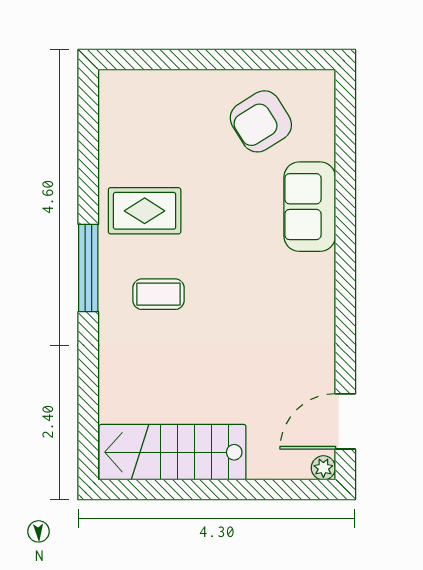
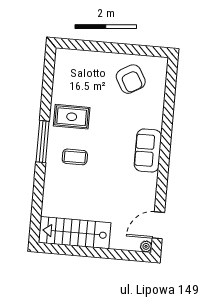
armchair: (261, 121) -> (131, 79), turned -88
sofa: (310, 207) -> (148, 151), moved

